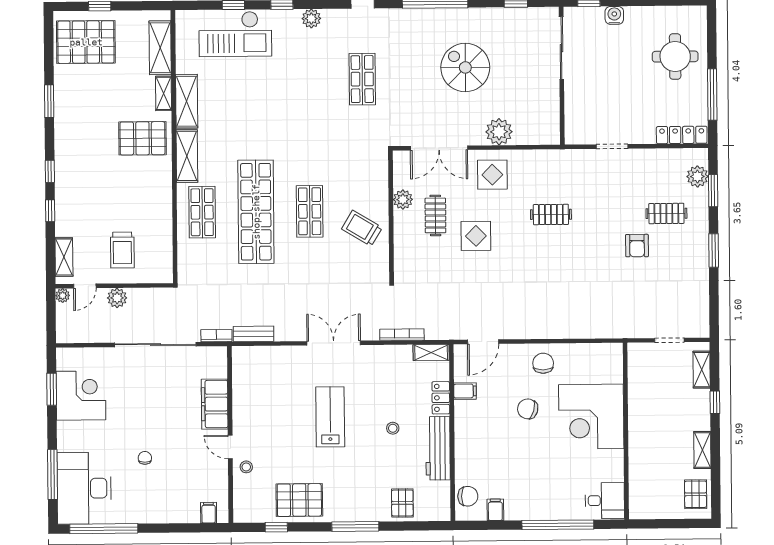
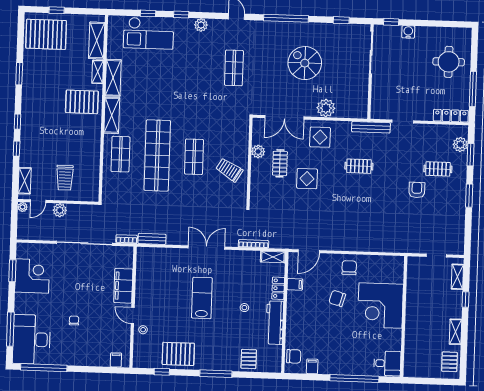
bench: (566, 157) -> (371, 127), added
armchair: (637, 246) -> (417, 190), turned 180

